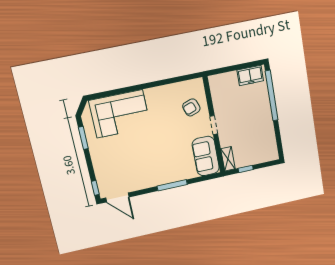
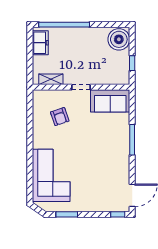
armchair: (191, 107) -> (60, 117), moved
boiler: (266, 151) -> (119, 39), added
shelving: (228, 159) -> (51, 79), moved

